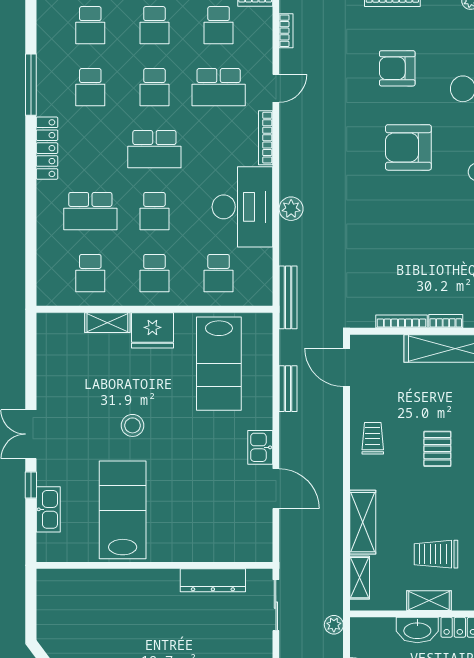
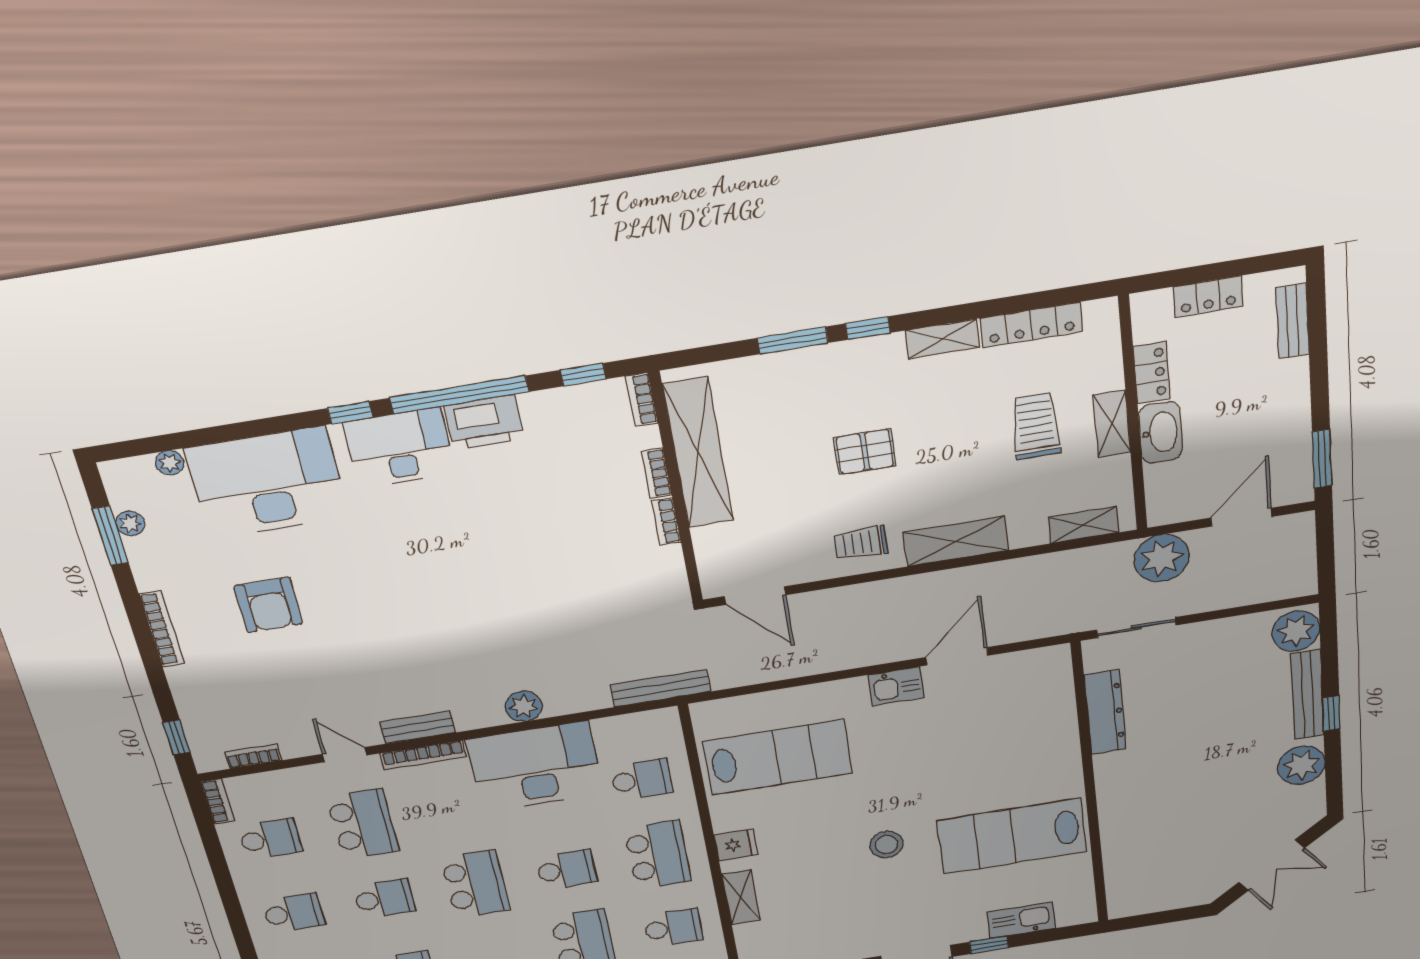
armchair: (408, 147) -> (390, 570), removed
school desk: (154, 273) -> (658, 855), width x1.85
bookcase: (401, 321) -> (666, 522), width x0.64
fridge: (152, 330) -> (736, 845), width x0.53, depth x0.75
door: (347, 367) -> (755, 596), hinge flipped
bench: (288, 389) -> (418, 727), moved
shelving: (363, 522) -> (956, 541), moved
trolley: (436, 554) -> (1036, 426), turned 180
plant: (334, 625) -> (1162, 558), width x1.88, depth x1.88

